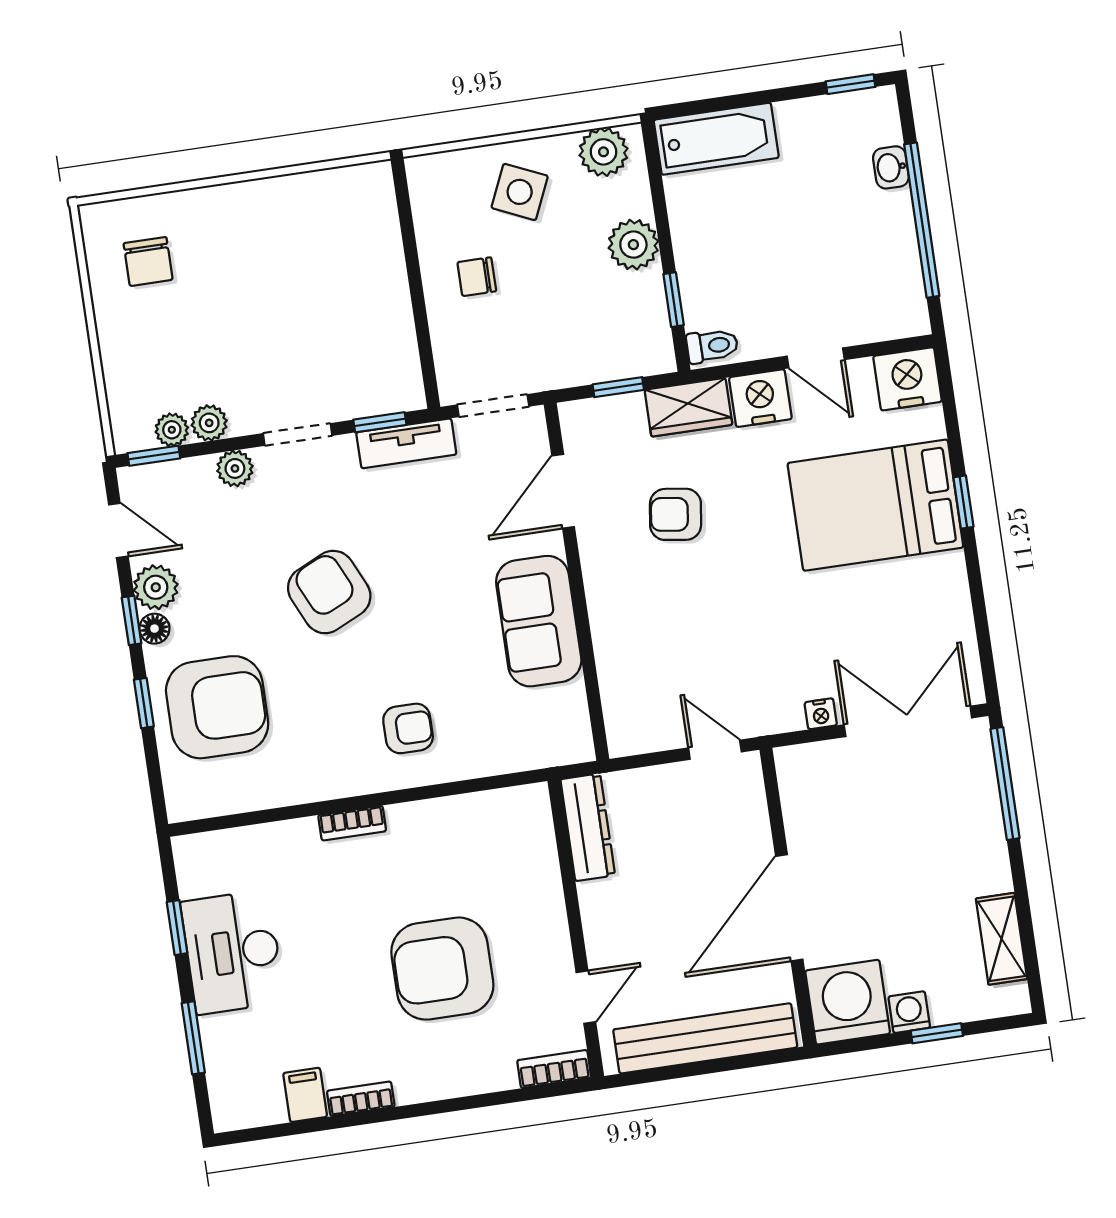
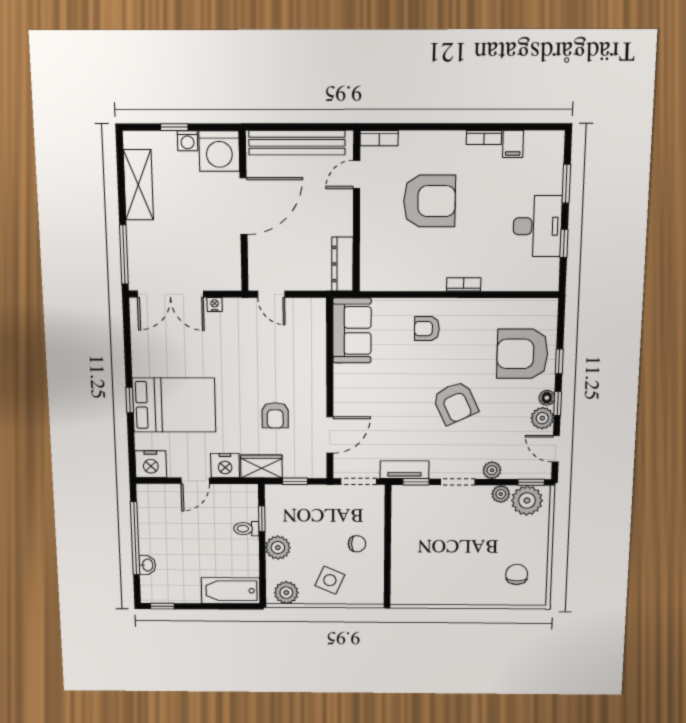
toilet: (712, 346) -> (246, 529), moved
door: (816, 358) -> (195, 481), swing flipped
plant: (172, 430) -> (527, 500), width x1.88, depth x1.88
armchair: (675, 514) -> (275, 415), turned 82
sofa: (539, 621) -> (352, 330), moved
shelving: (1002, 939) -> (138, 185), width x1.50, depth x1.33

